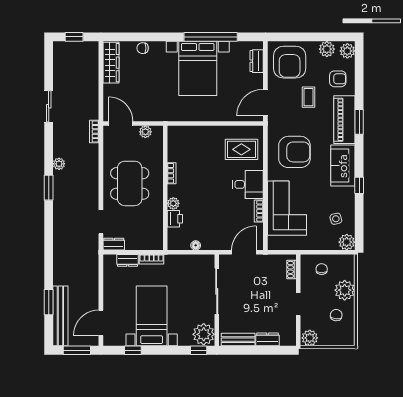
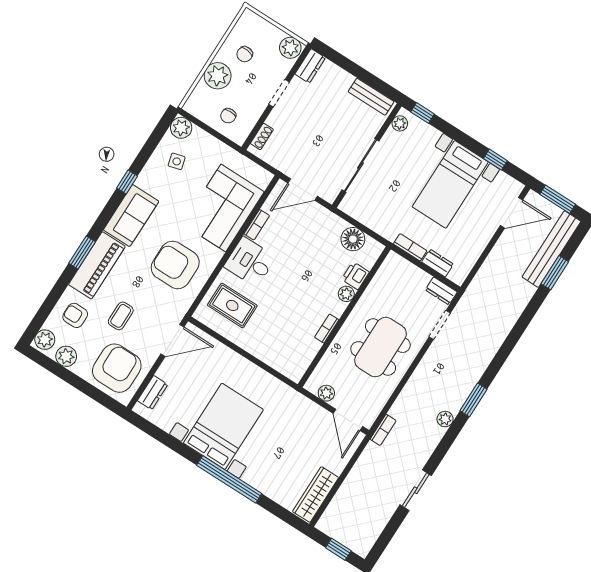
window: (211, 37) -> (229, 479), moved
chair: (143, 48) -> (270, 488), removed
floor lamp: (196, 245) -> (353, 239), width x1.89, depth x1.89
plant: (204, 334) -> (400, 123), width x0.53, depth x0.53
dresser: (268, 339) -> (310, 66), moved, turned -90

